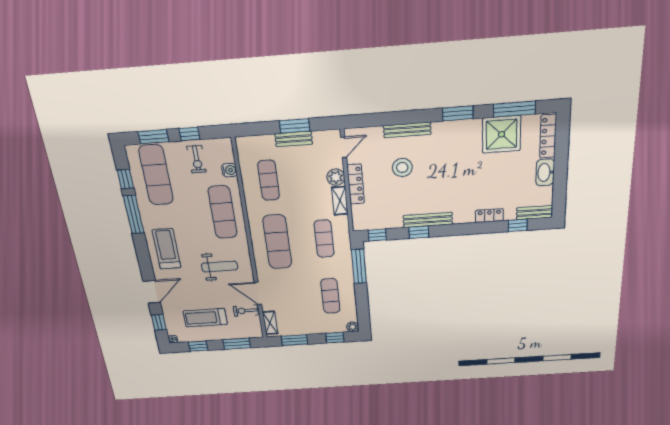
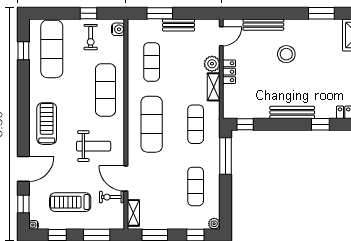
window: (295, 126) -> (160, 13), moved
bench: (407, 130) -> (263, 25), moved
window: (153, 137) -> (57, 13), removed
stool: (402, 167) -> (286, 54), moved
water cooler: (229, 170) -> (118, 29), moved
locker: (356, 184) -> (229, 72), width x0.66
window: (134, 215) -> (23, 86), removed
window: (419, 232) -> (320, 124), moved

